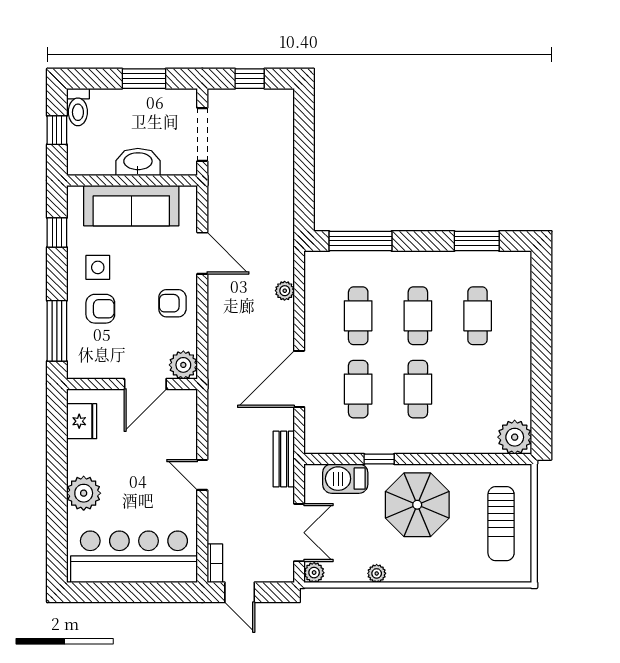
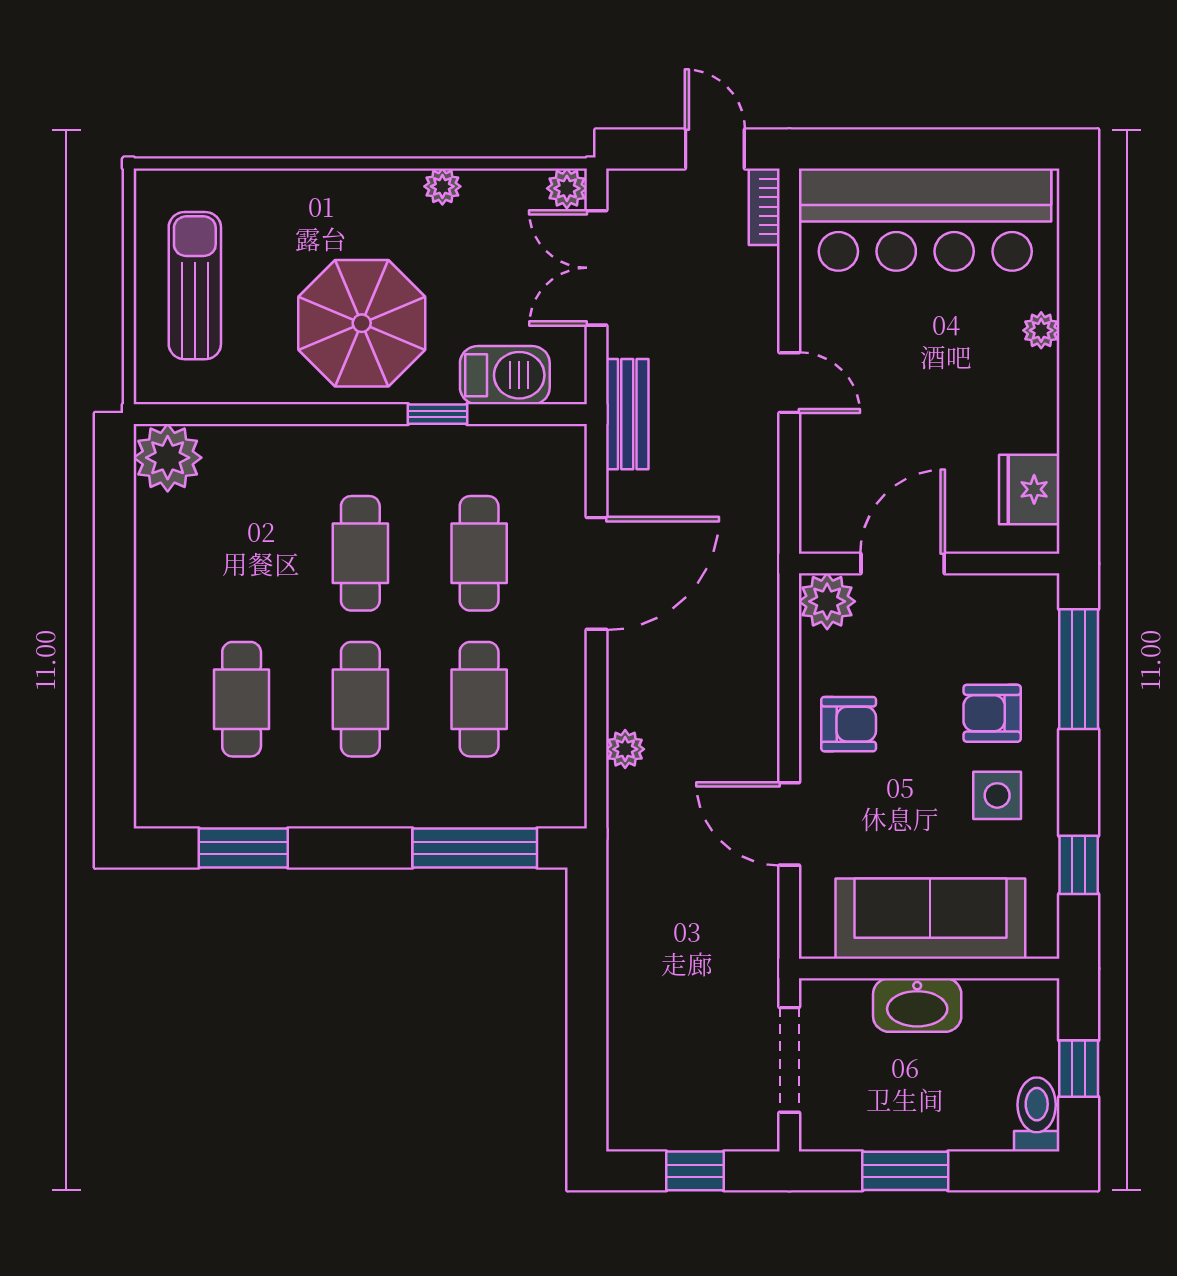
plant: (84, 493) -> (1041, 330), width x0.53, depth x0.53

